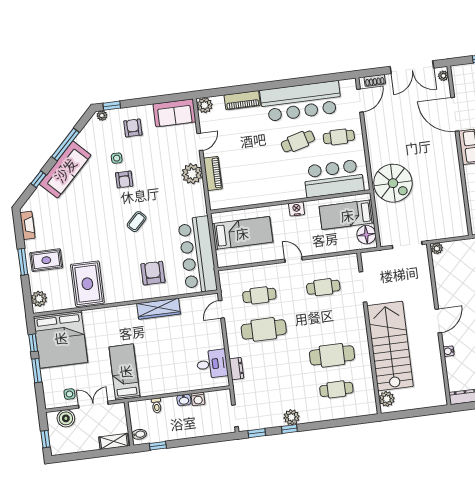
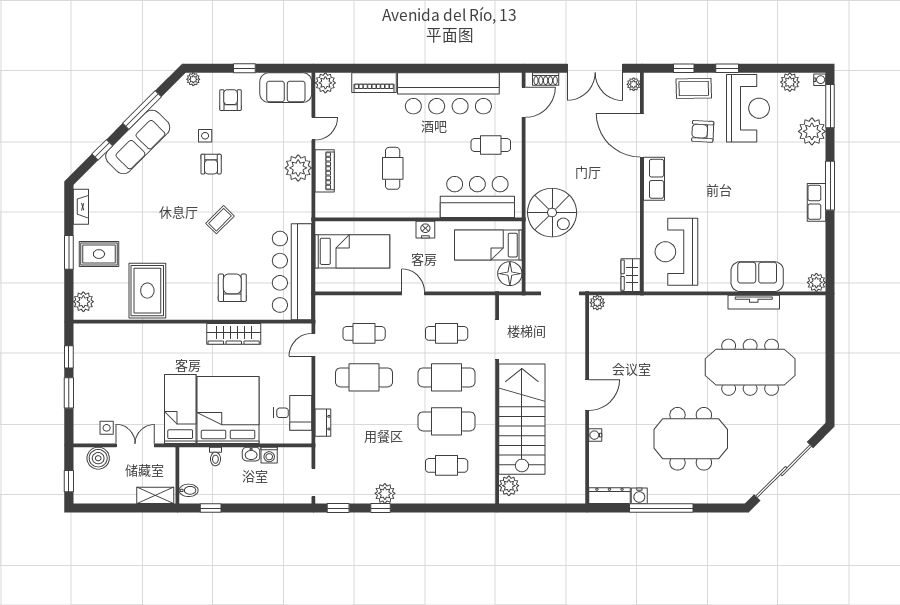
window: (112, 106) -> (244, 68), moved
cafe table: (298, 141) -> (393, 168), moved, turned -75
wardrobe: (460, 224) -> (631, 275), added
cafe table: (328, 321) -> (447, 377), added
bed: (60, 339) -> (228, 410), moved, turned 180

